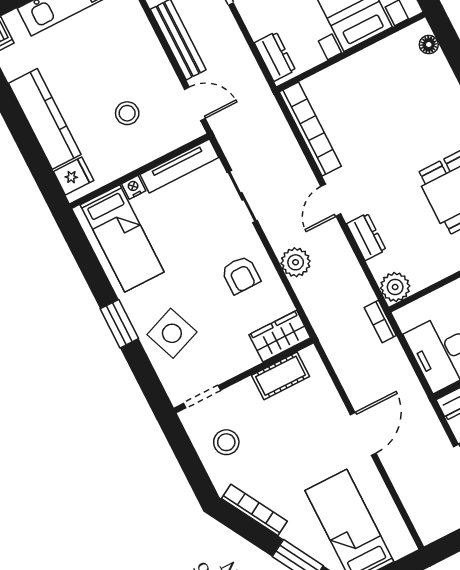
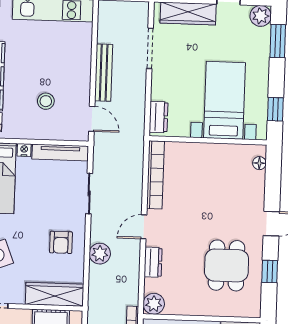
wardrobe: (280, 336) -> (54, 294), width x1.50

